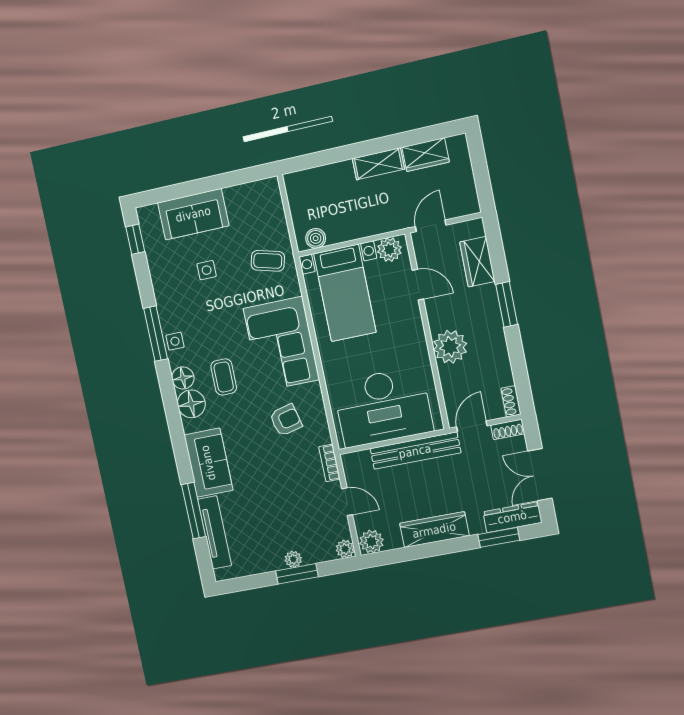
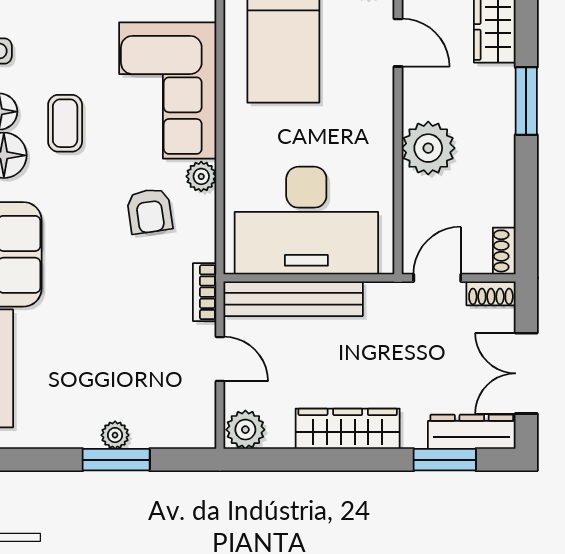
armchair: (286, 420) -> (150, 211), turned 96
bench: (415, 451) -> (293, 299), moved
plant: (345, 549) -> (201, 176), moved

